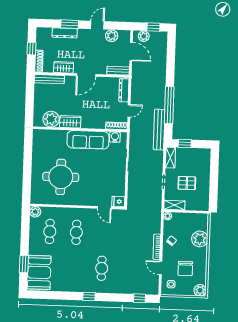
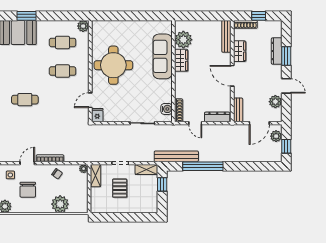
sofa: (88, 140) -> (163, 56), moved
round table: (61, 177) -> (113, 65), moved
chair: (185, 268) -> (28, 190), turned -90

